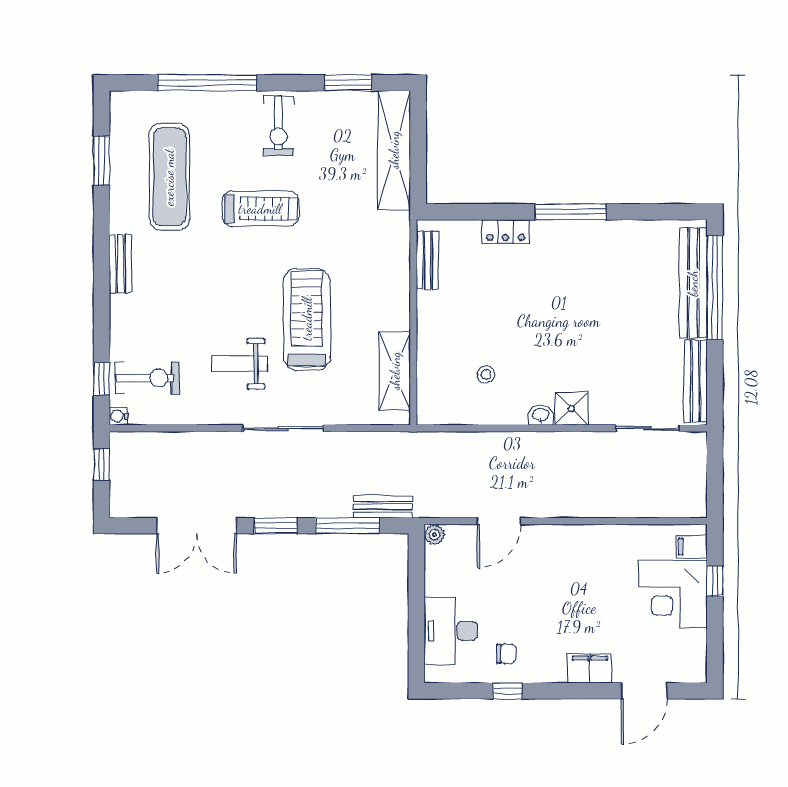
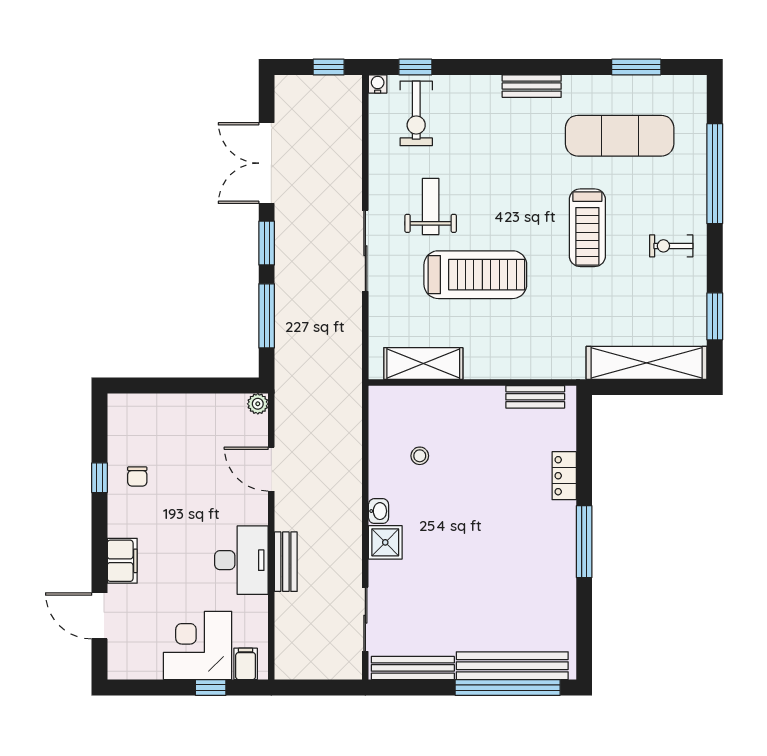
exercise bike: (278, 126) -> (671, 246), width x0.73, depth x0.72
bench: (383, 507) -> (286, 562), moved
desk: (451, 631) -> (241, 560), moved, turned 90

